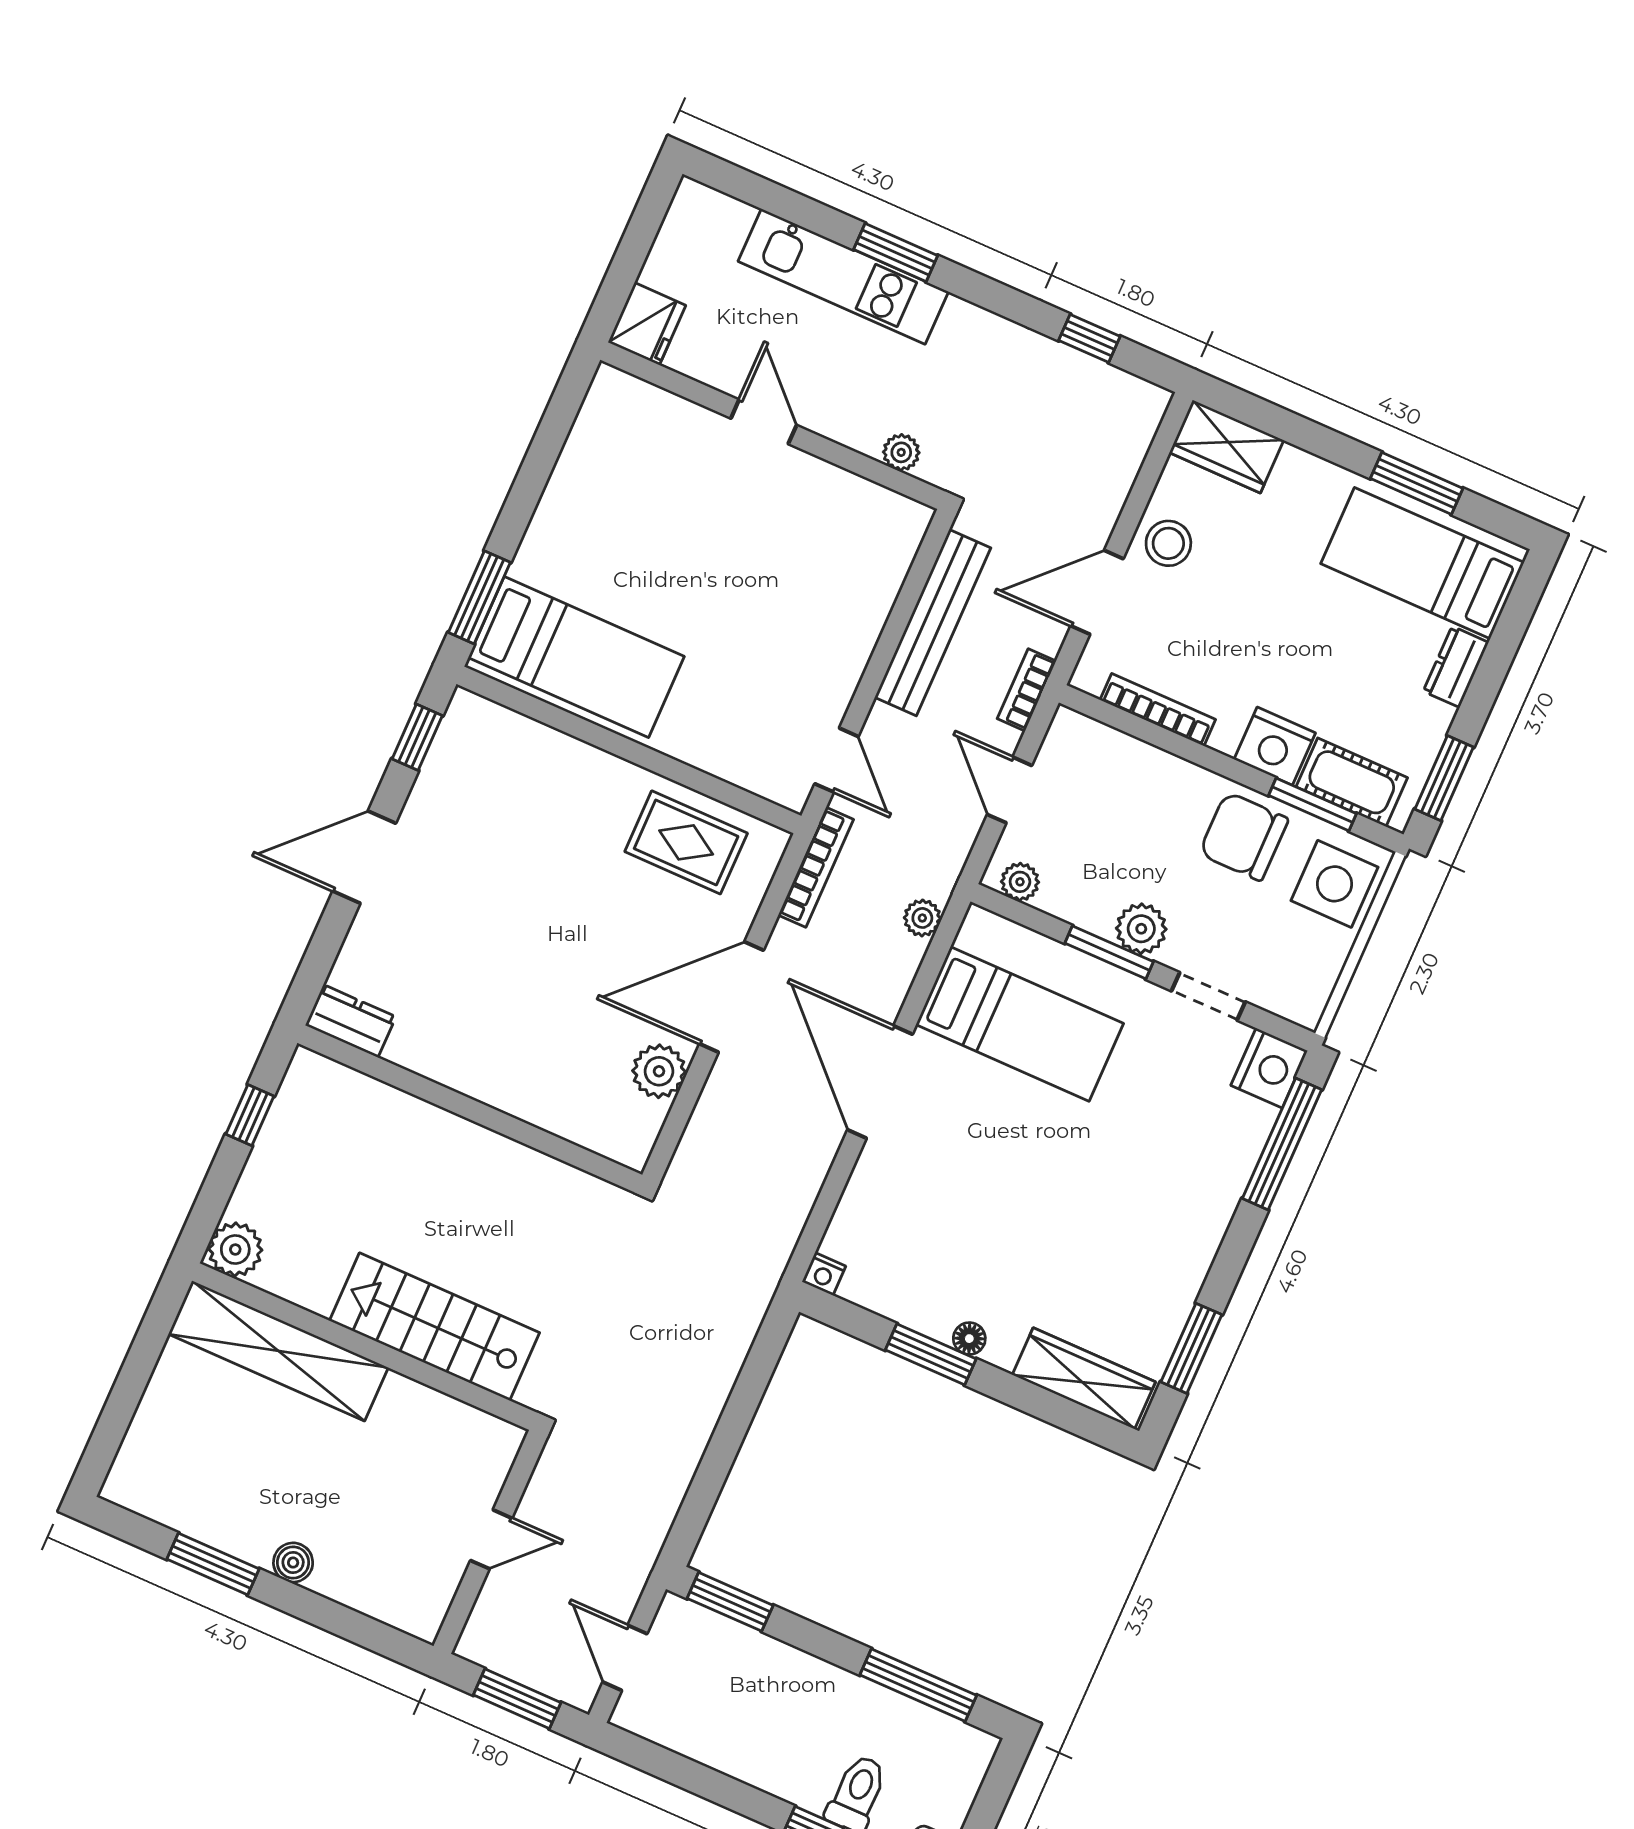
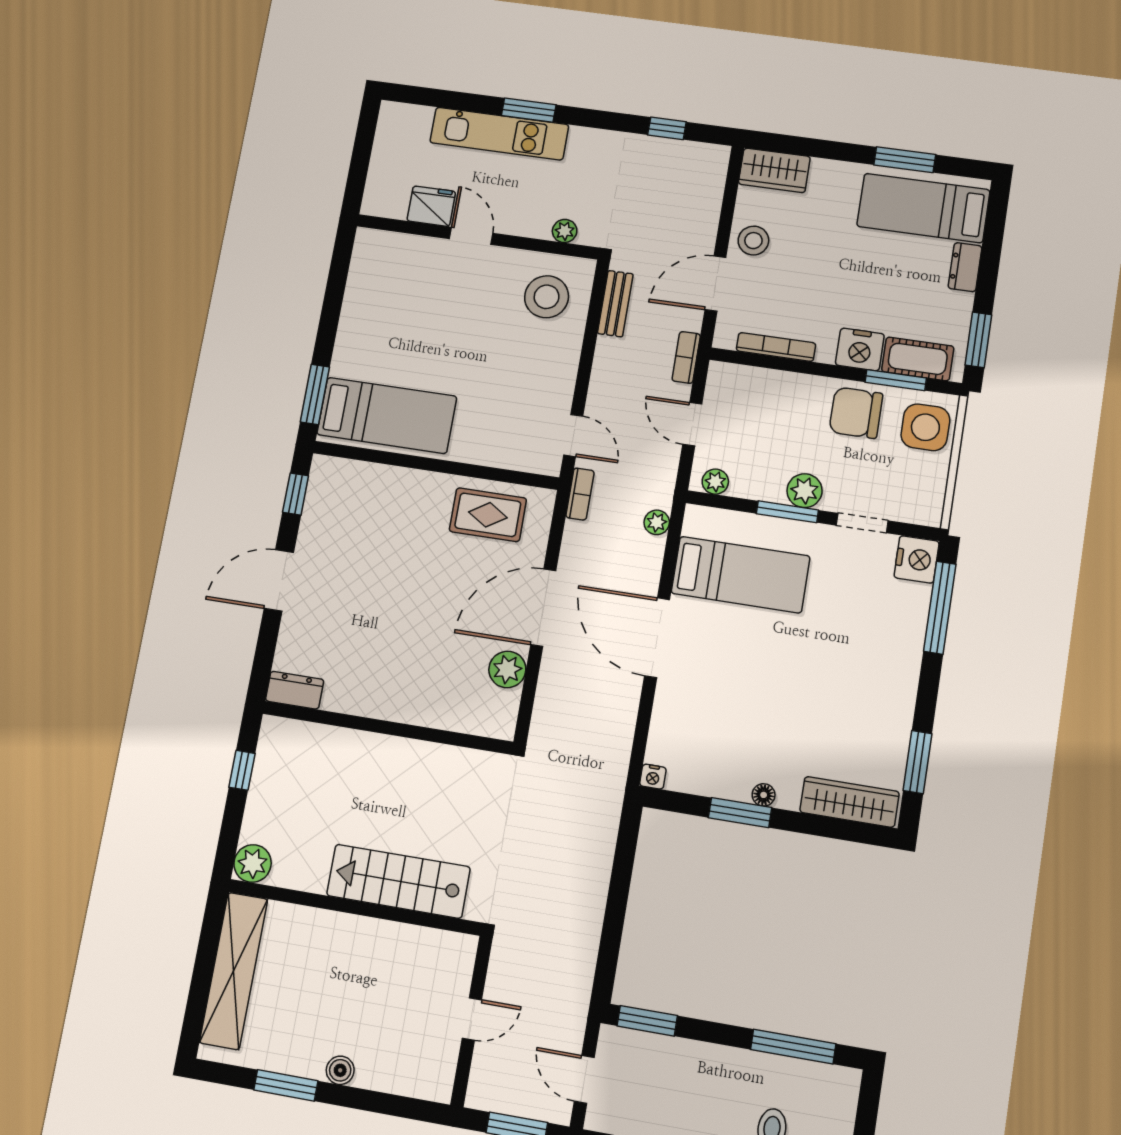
fridge: (647, 324) -> (431, 206), moved, turned -90
stool: (850, 544) -> (547, 297), added
bench: (933, 623) -> (615, 304), width x0.54, depth x0.82
bookcase: (816, 867) -> (580, 494), width x0.64
shelving: (278, 1351) -> (234, 971), moved, turned 90

